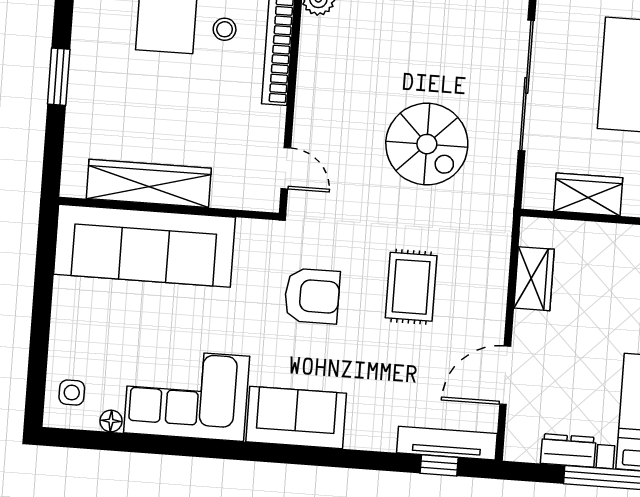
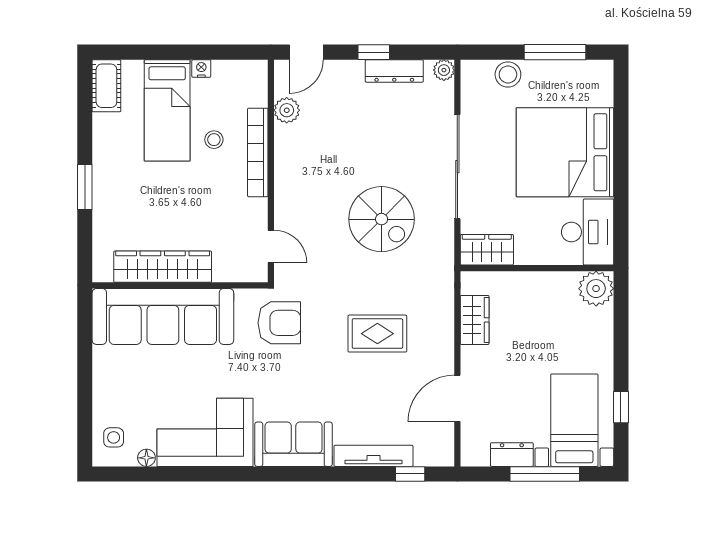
wardrobe: (588, 194) -> (487, 250), moved
rug: (411, 287) -> (377, 334), turned 90
armchair: (312, 296) -> (279, 323), moved
tv unit: (447, 443) -> (373, 456), moved

